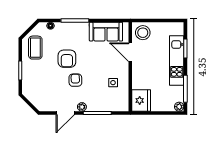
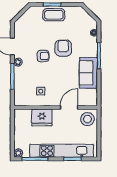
sofa: (106, 32) -> (88, 73), moved
coffee table: (35, 48) -> (54, 15), moved
armchair: (67, 59) -> (63, 48), turned 90
kitchen unit: (177, 60) -> (61, 151), width x1.36
fridge: (141, 100) -> (42, 117), moved

